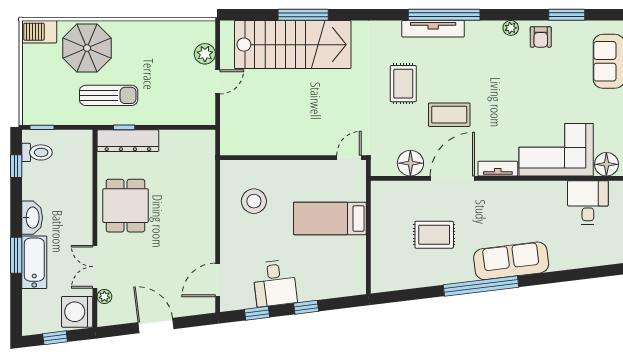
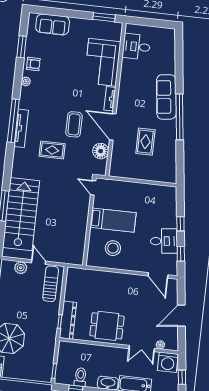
sun lounger: (109, 95) -> (51, 284), moved
toilet: (37, 152) -> (80, 377), moved
floor lamp: (606, 164) -> (115, 33), removed
bed: (330, 218) -> (113, 220), moved, turned -90

